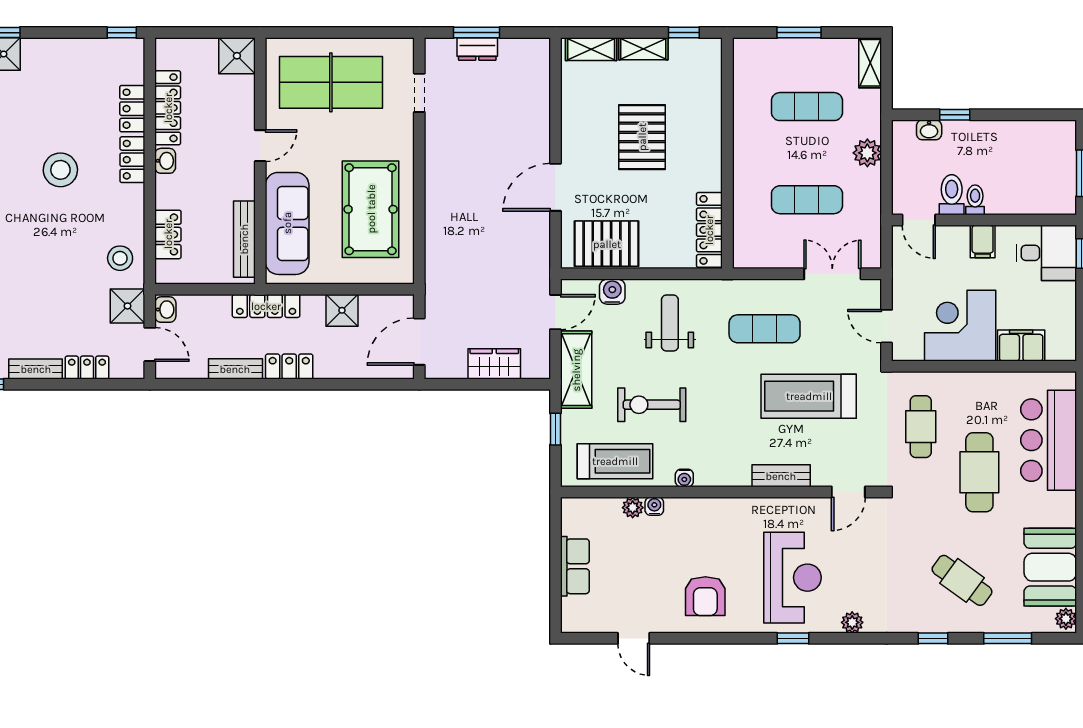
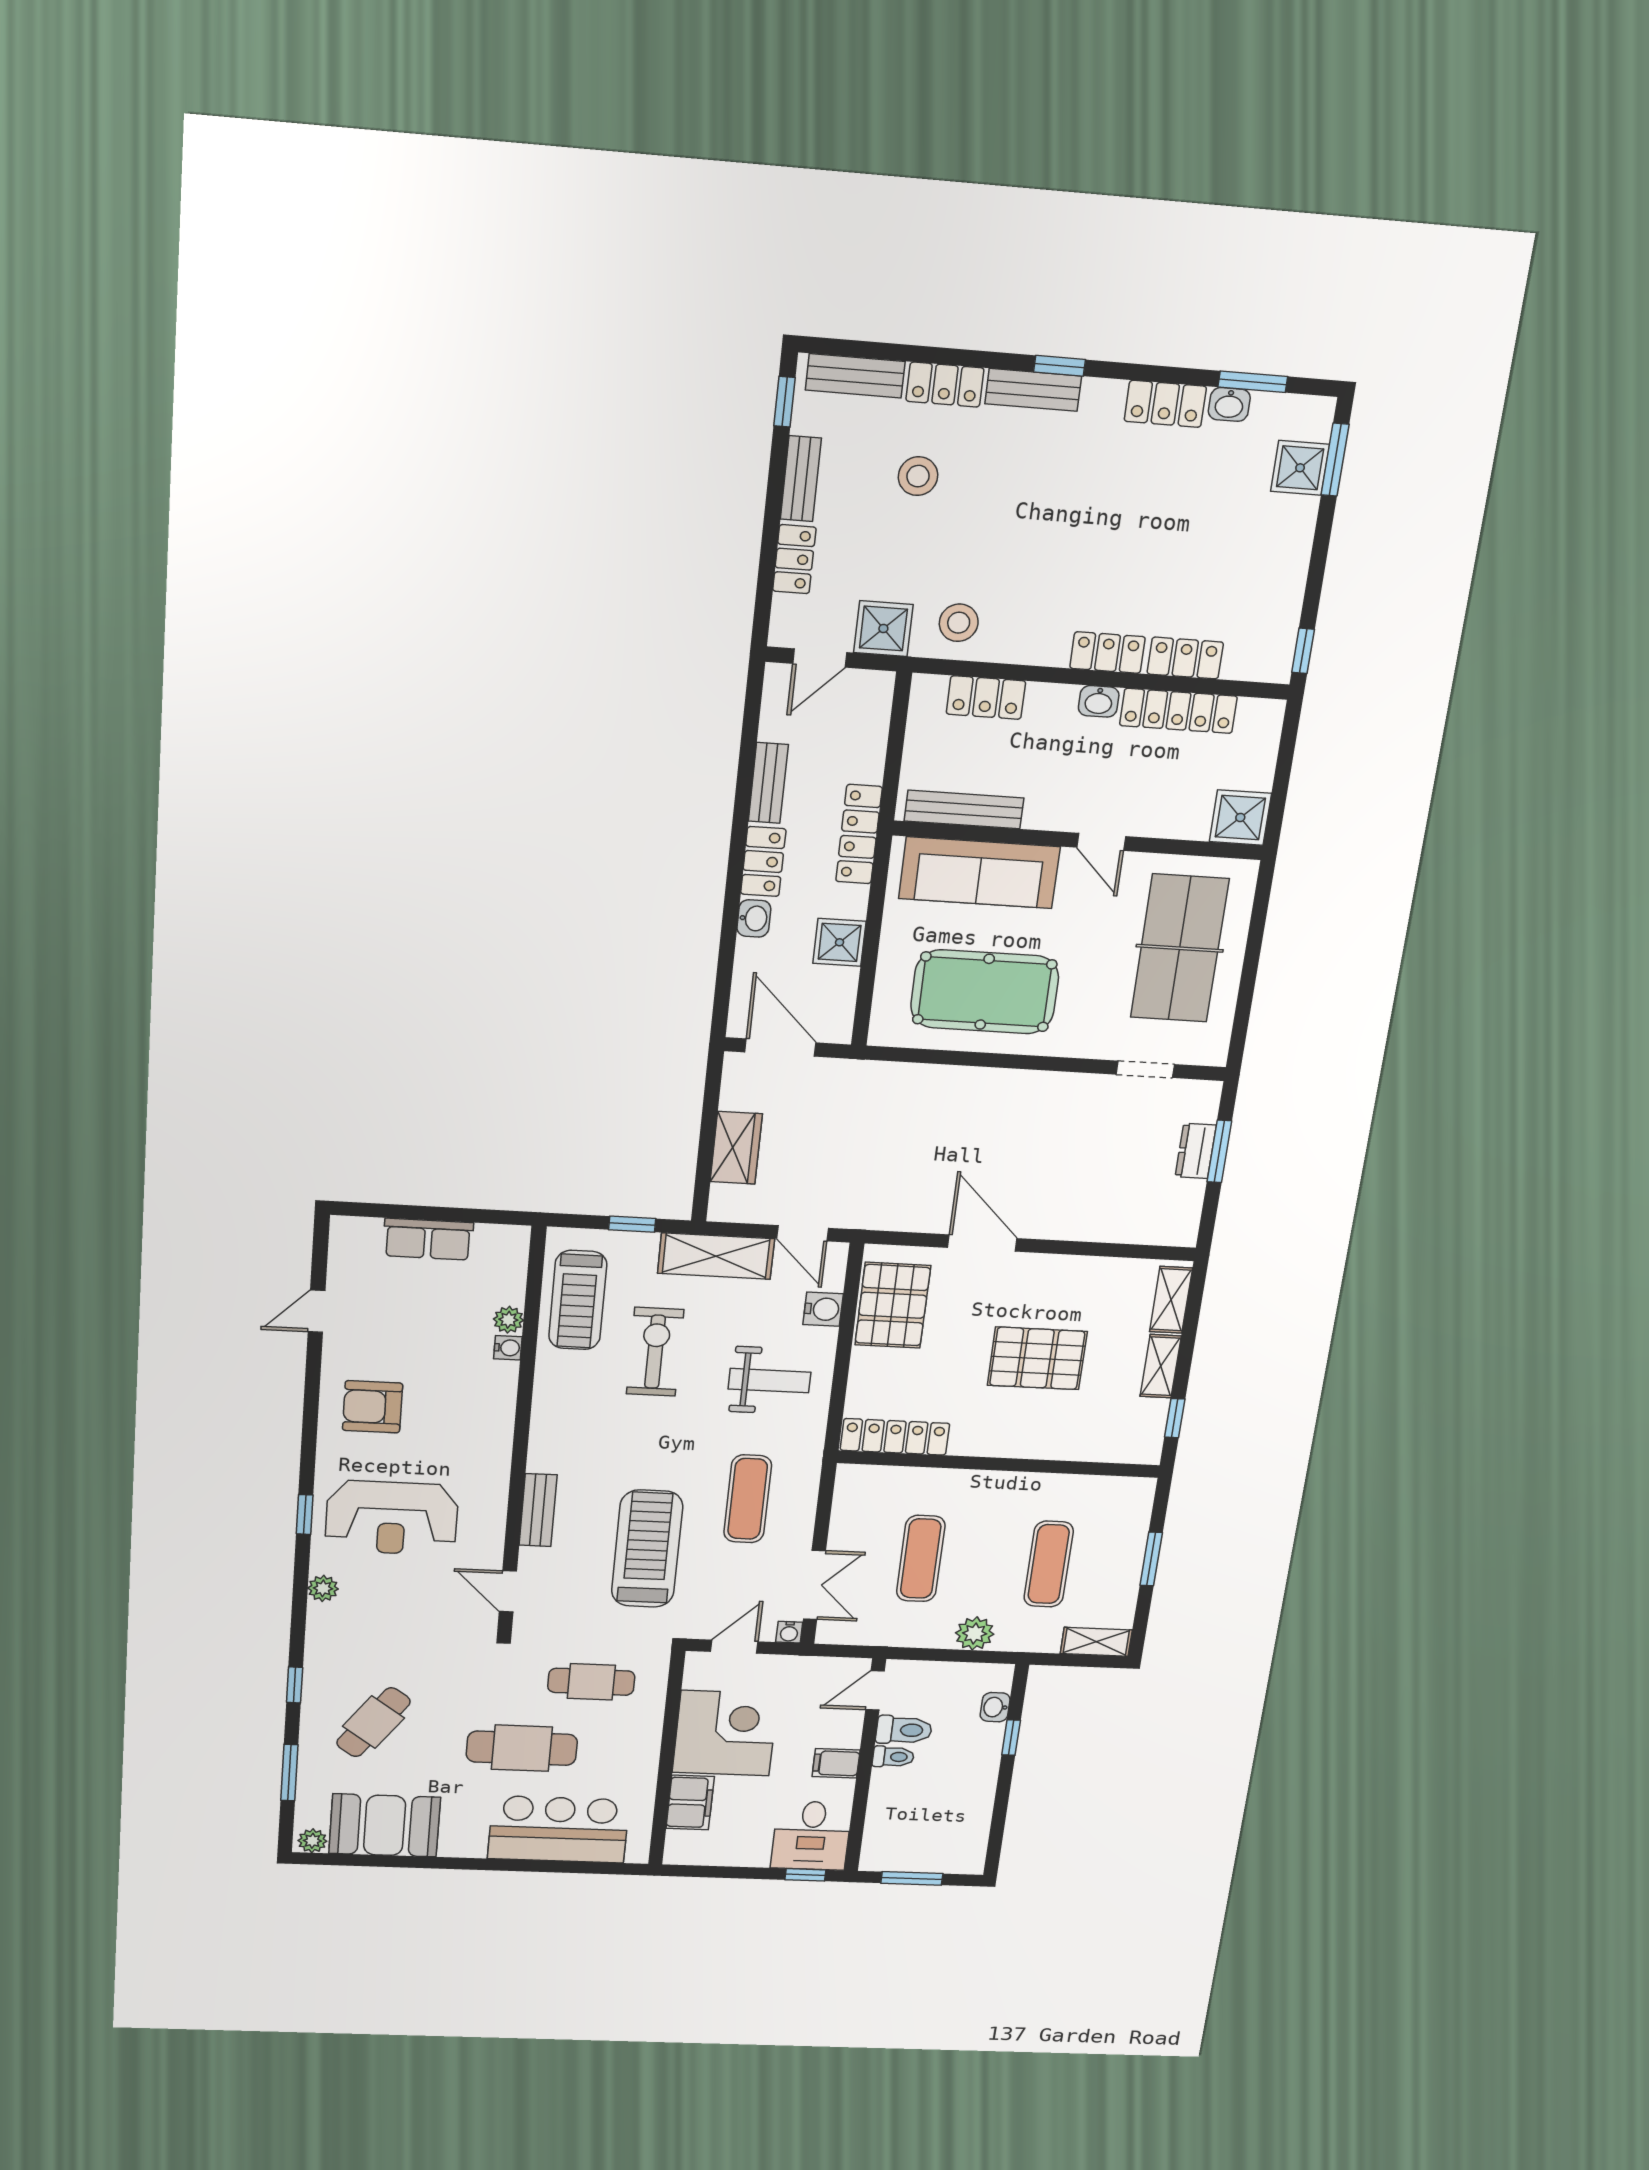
stool: (60, 170) -> (918, 476), moved, width x0.73, depth x0.73
washbasin: (165, 310) -> (754, 918), moved, turned -90
water cooler: (684, 478) -> (789, 1632), moved, turned -90

